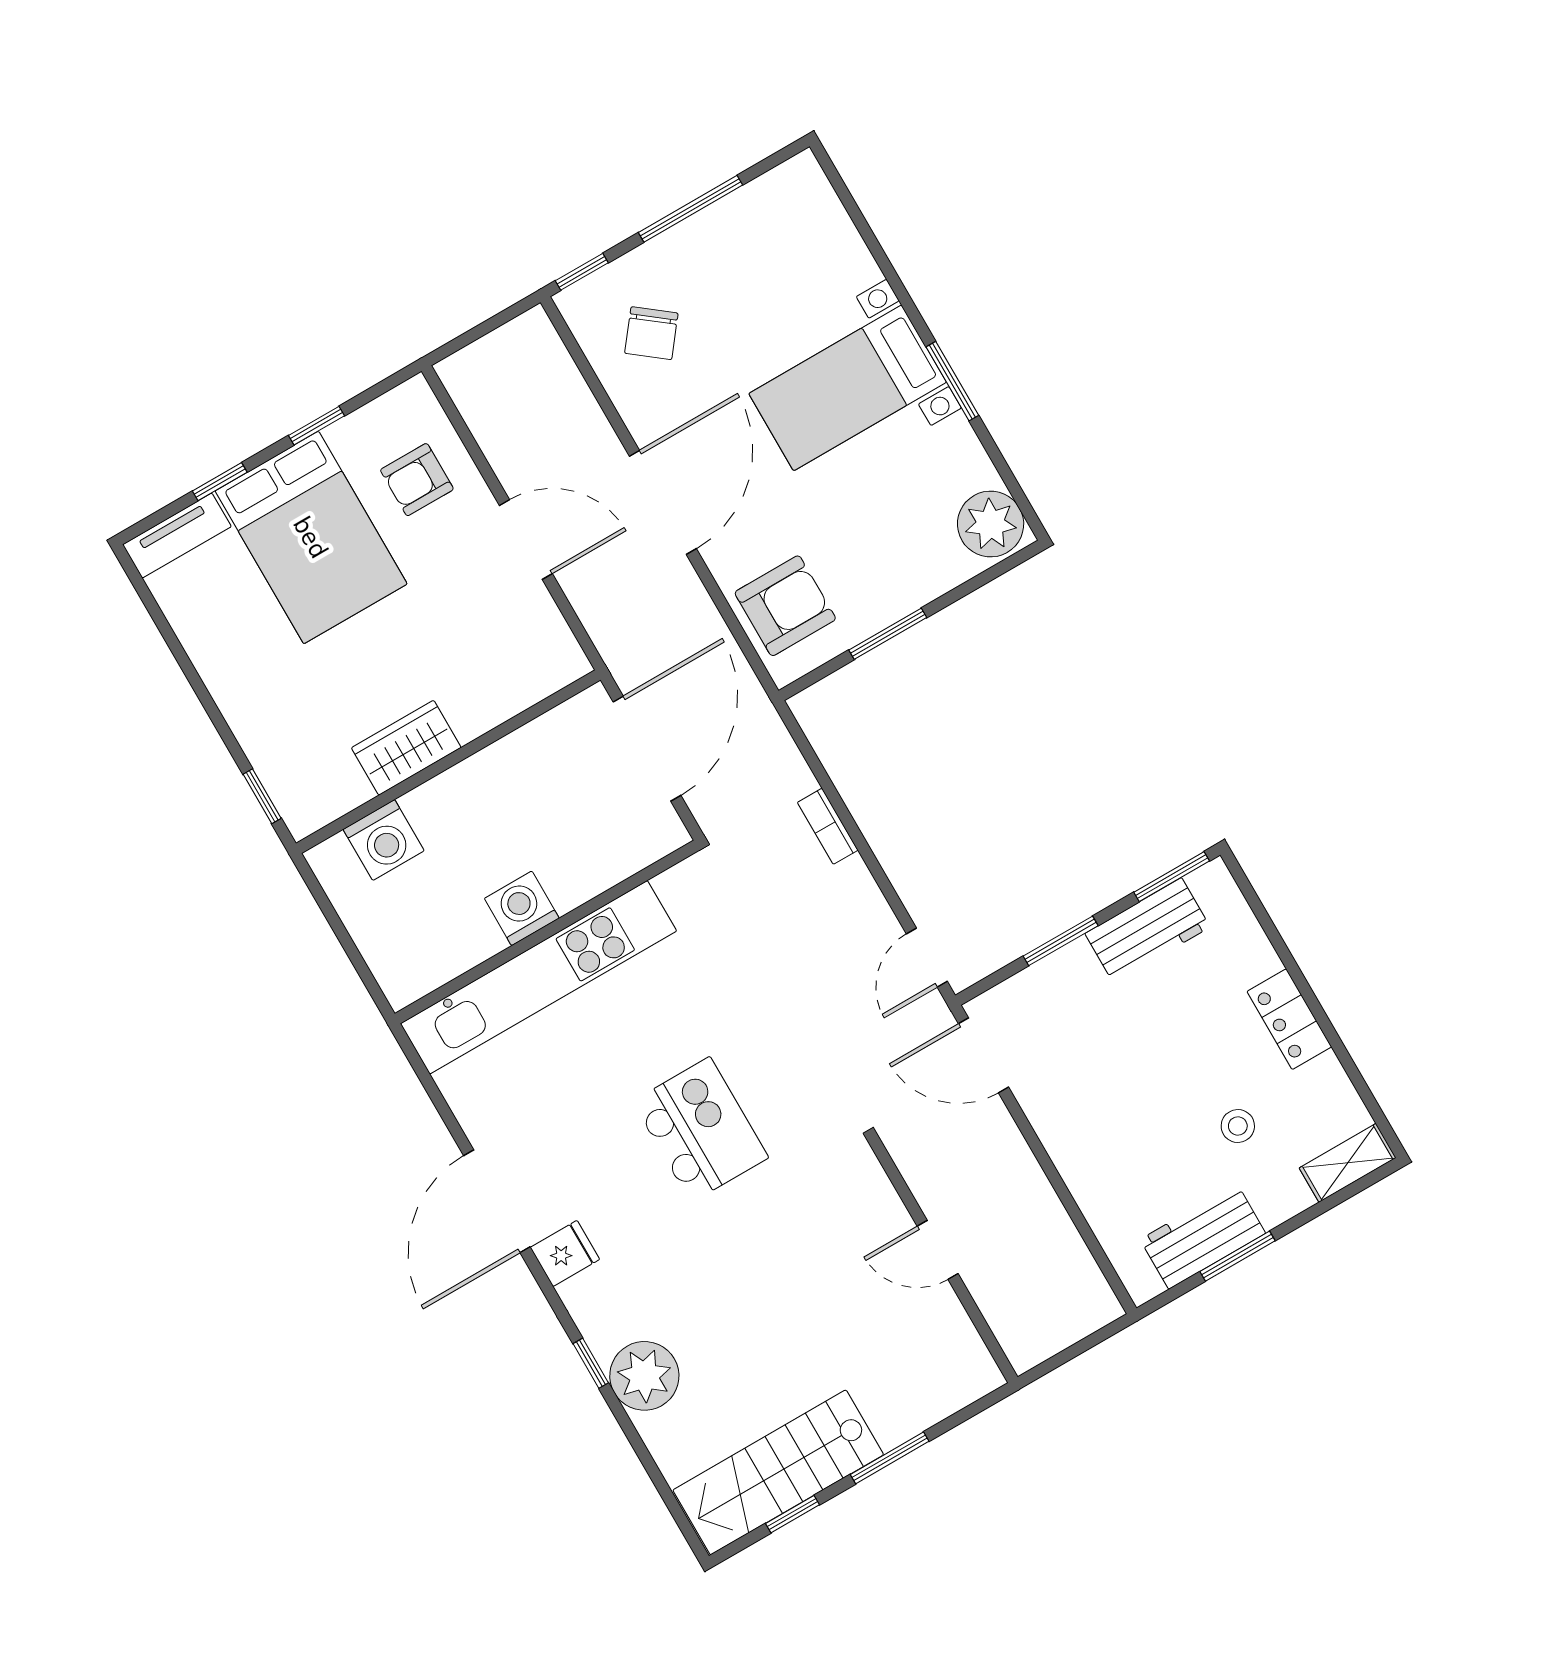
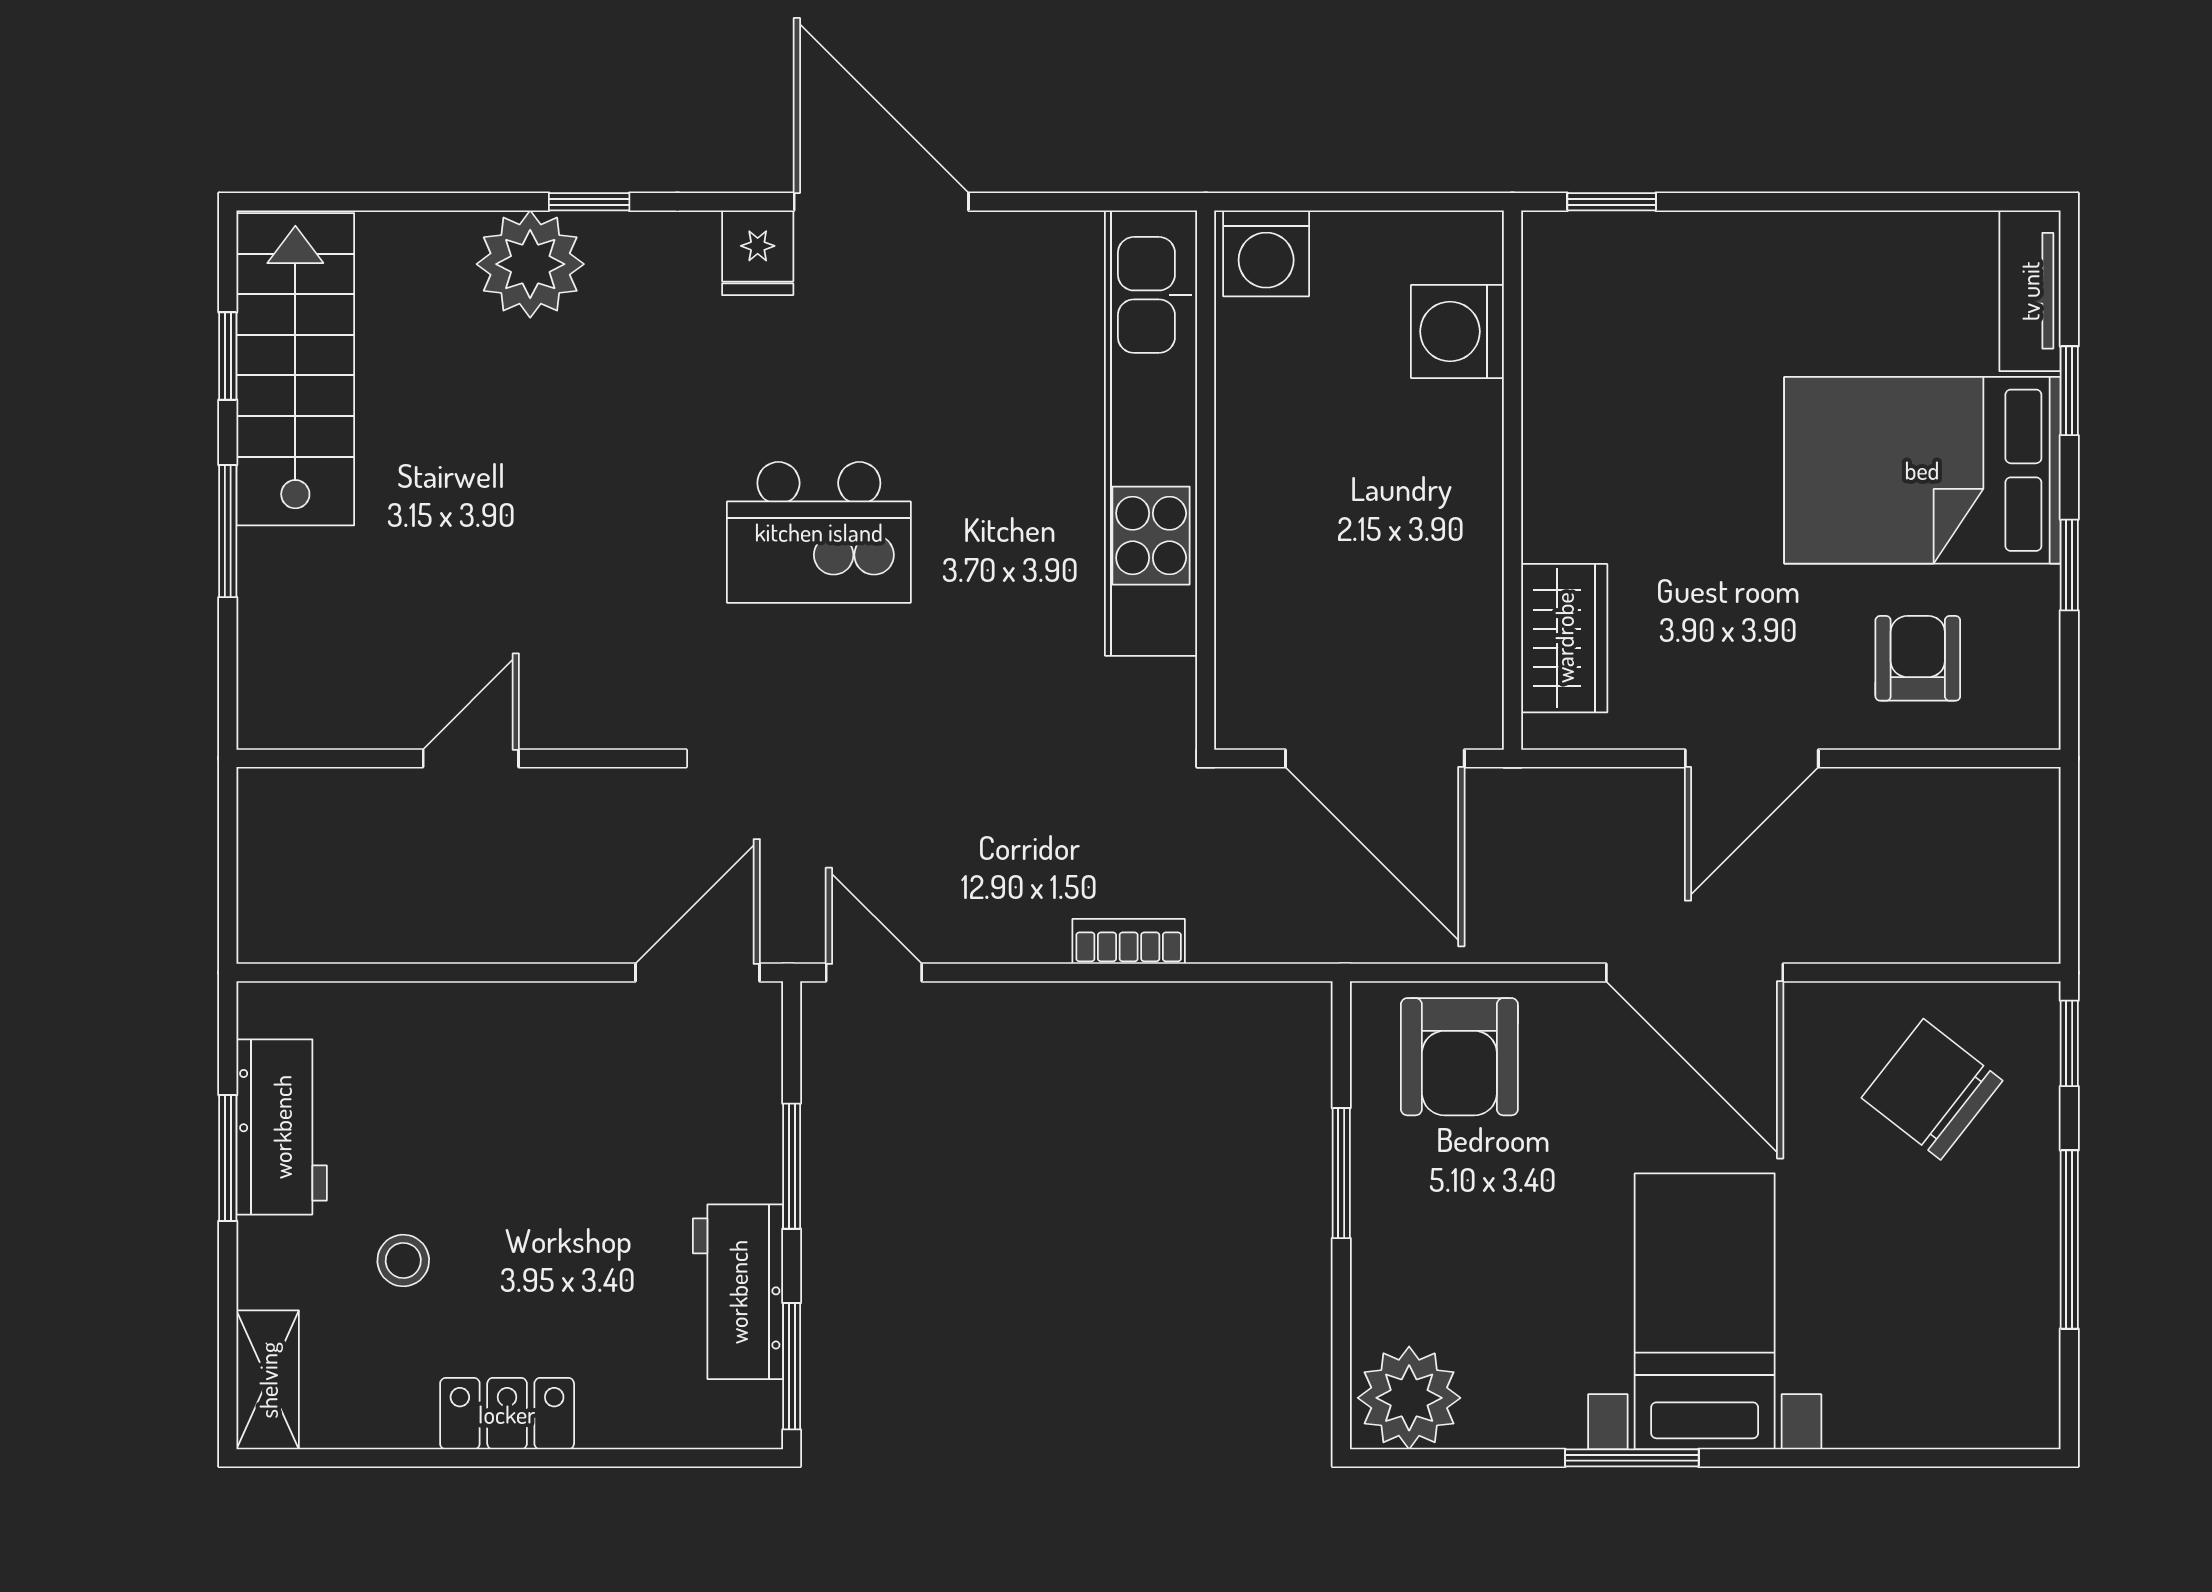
chair: (651, 333) -> (1932, 1089), width x1.37, depth x1.37
wardrobe: (406, 748) -> (1564, 638), moved
washing machine: (522, 908) -> (1266, 253), moved, turned 90

